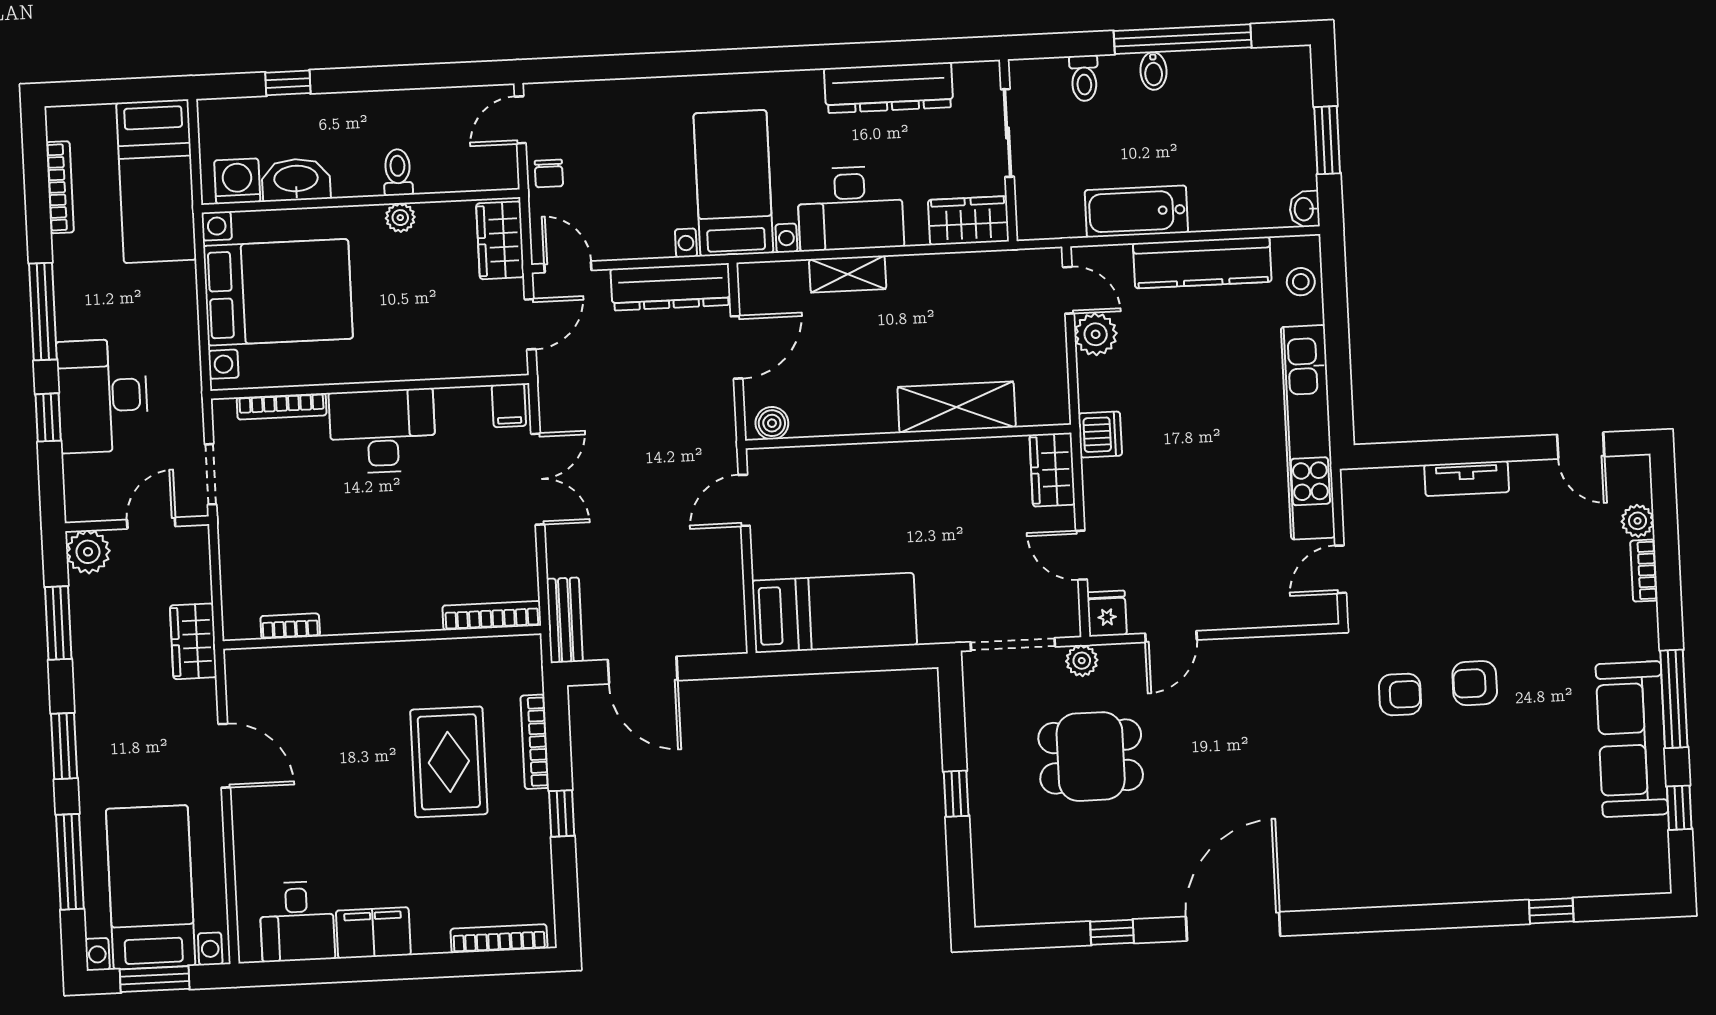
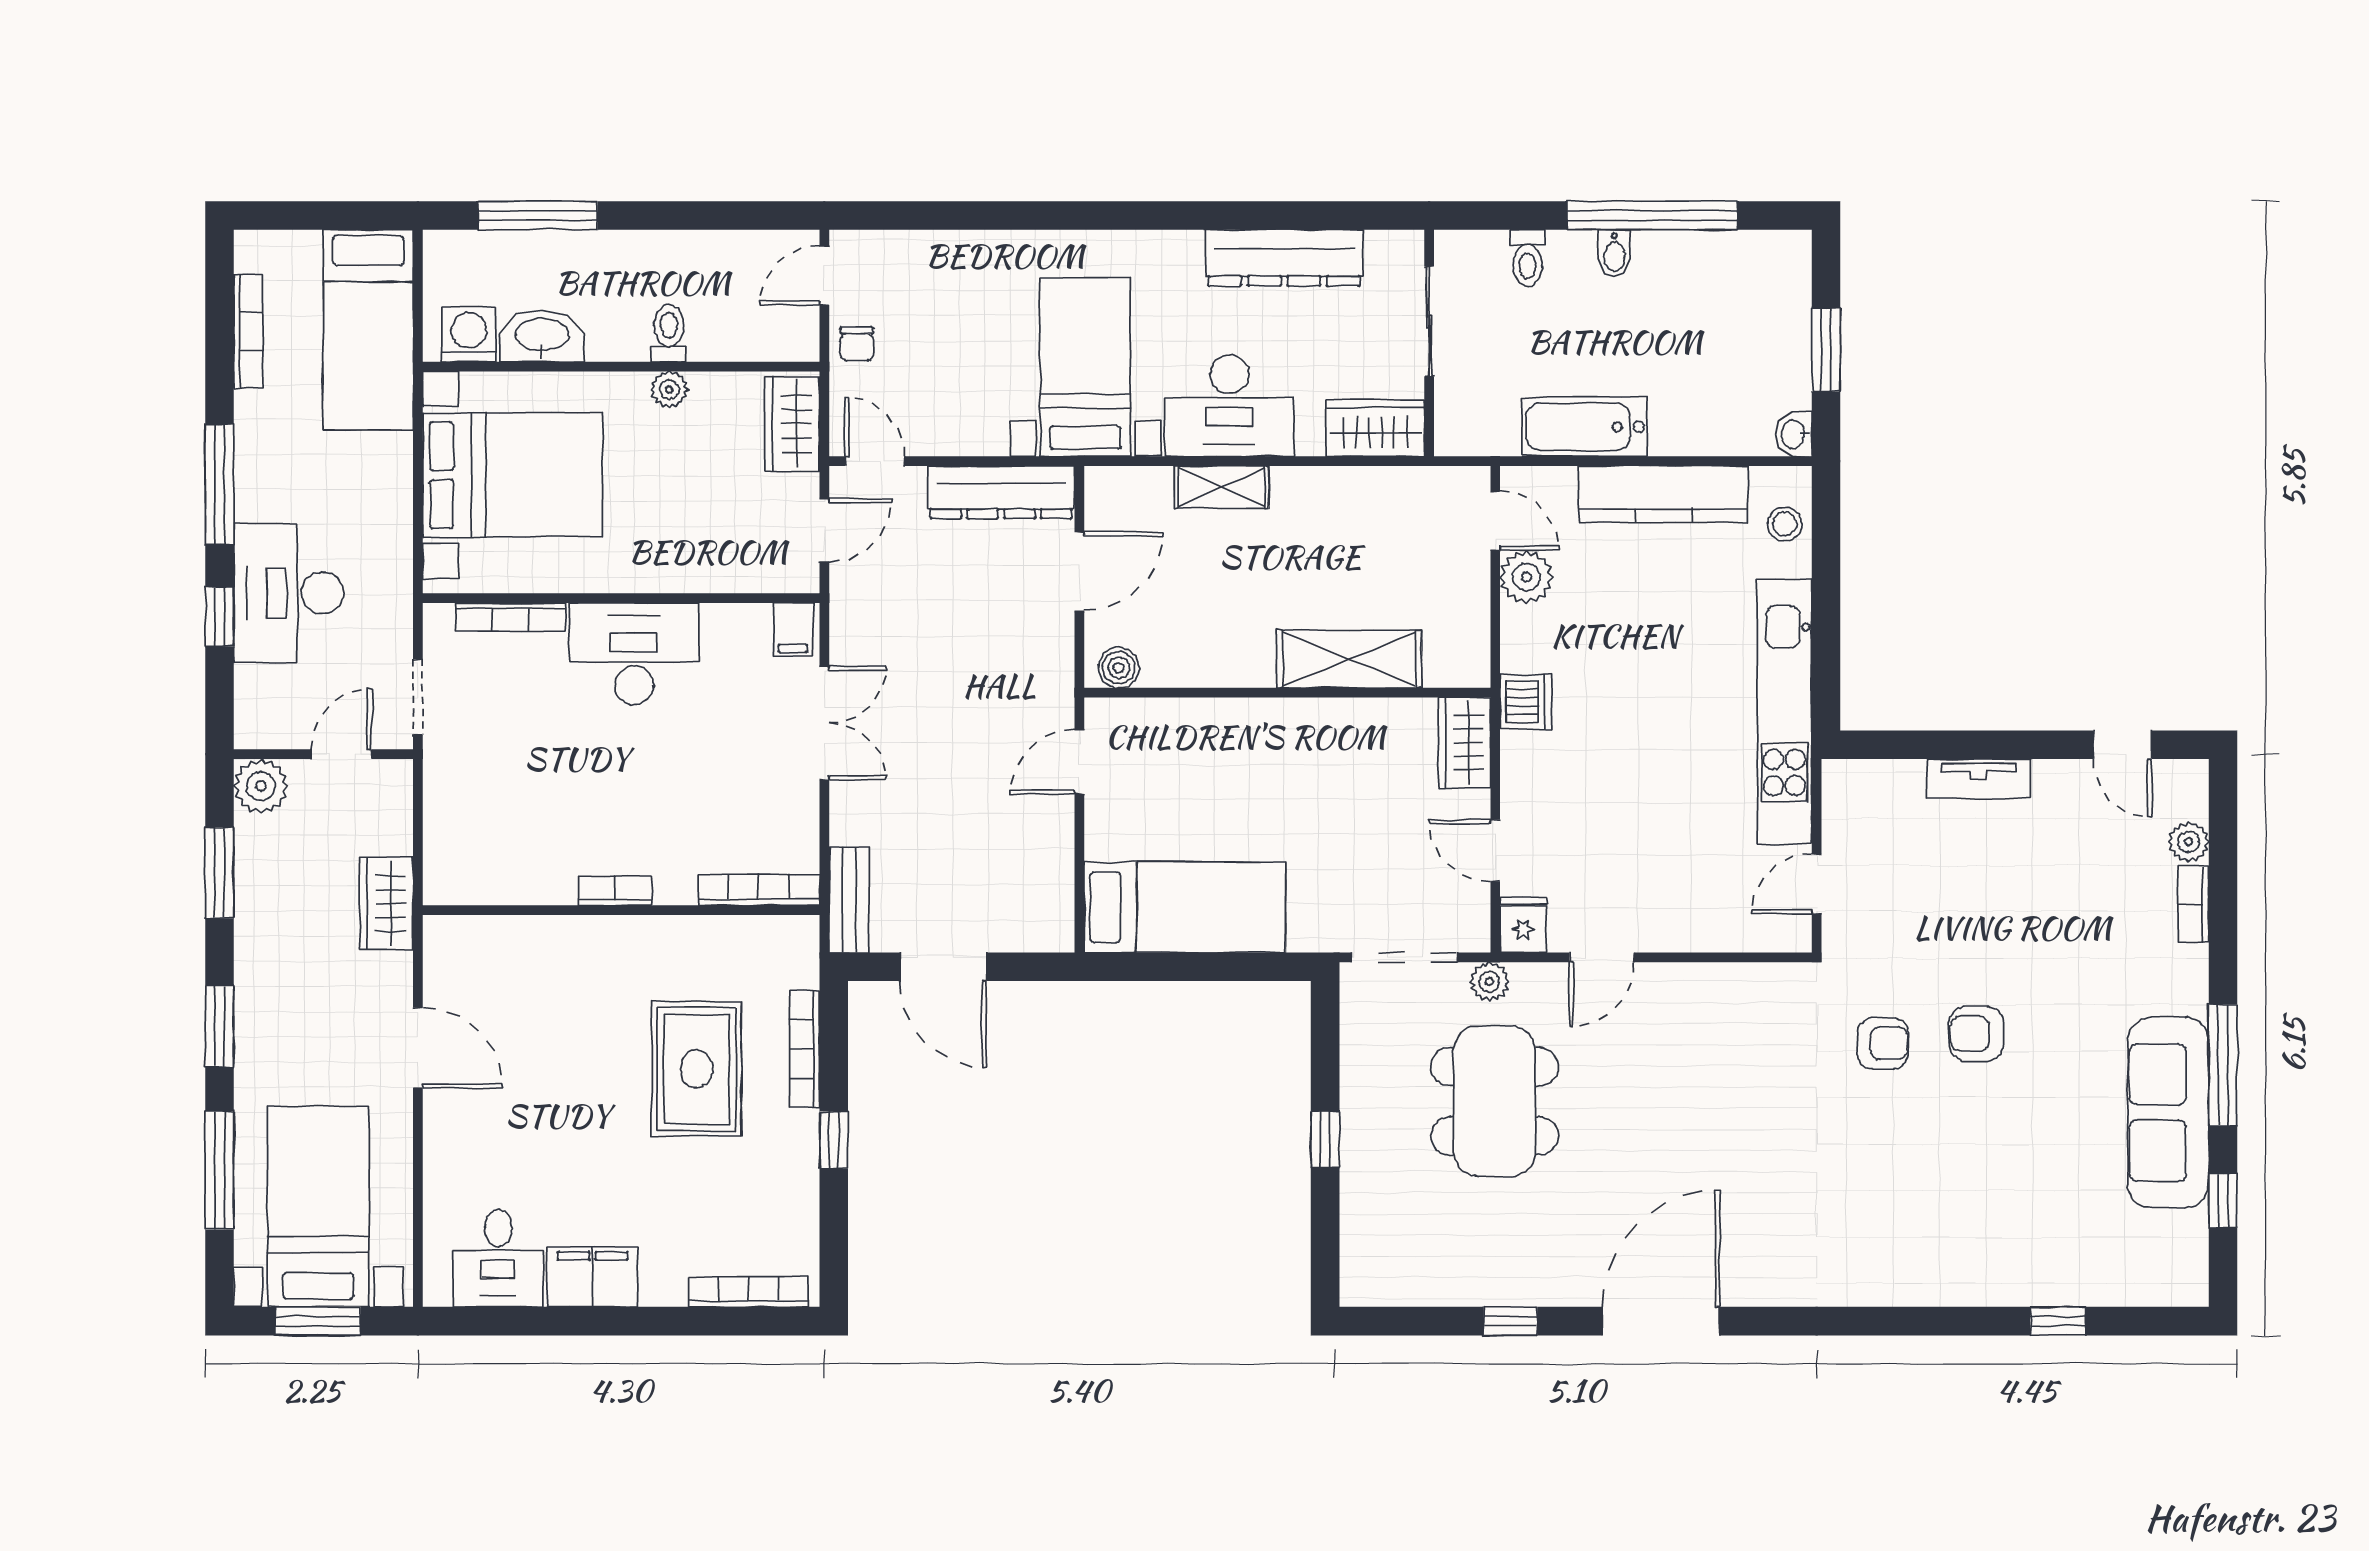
window: (288, 83) -> (538, 215), width x2.17
bookcase: (290, 626) -> (615, 891), moved
dining table: (1091, 757) -> (1495, 1101), width x1.38

